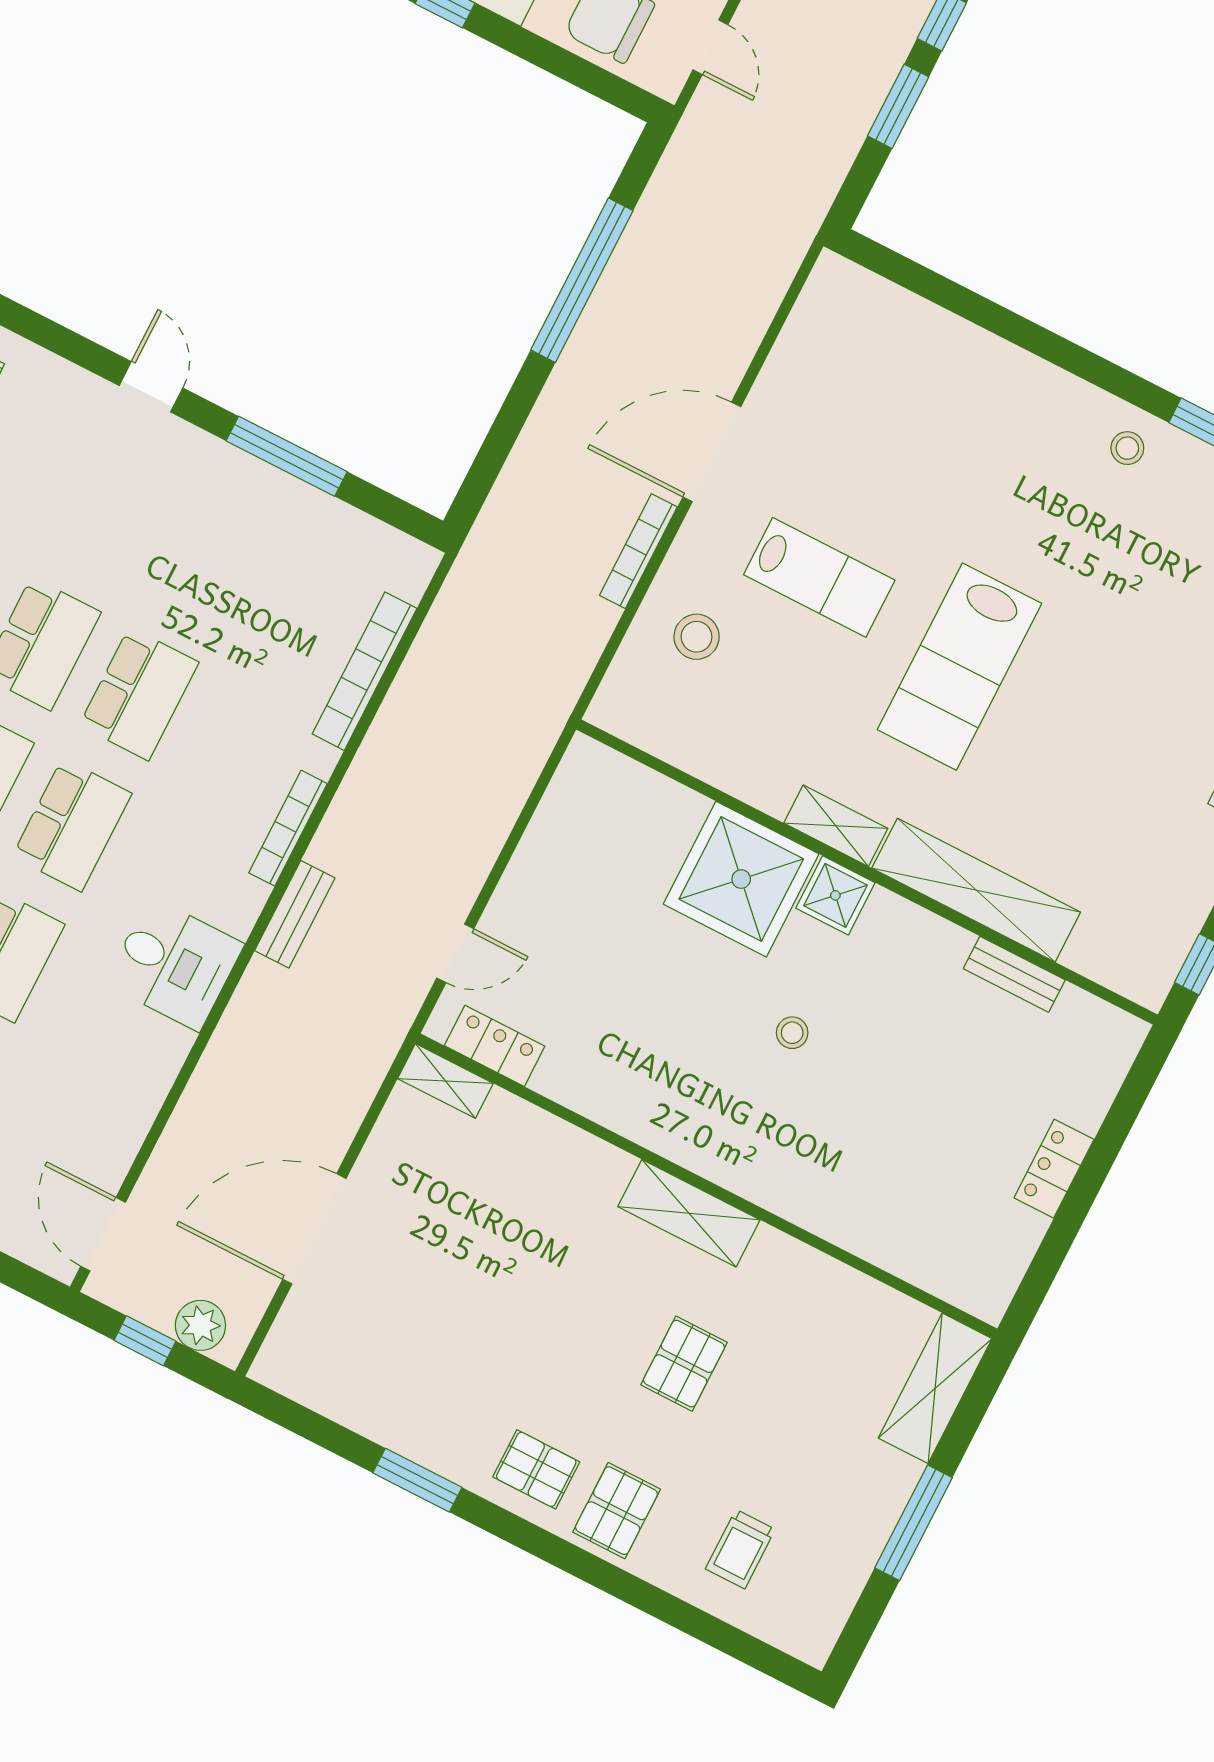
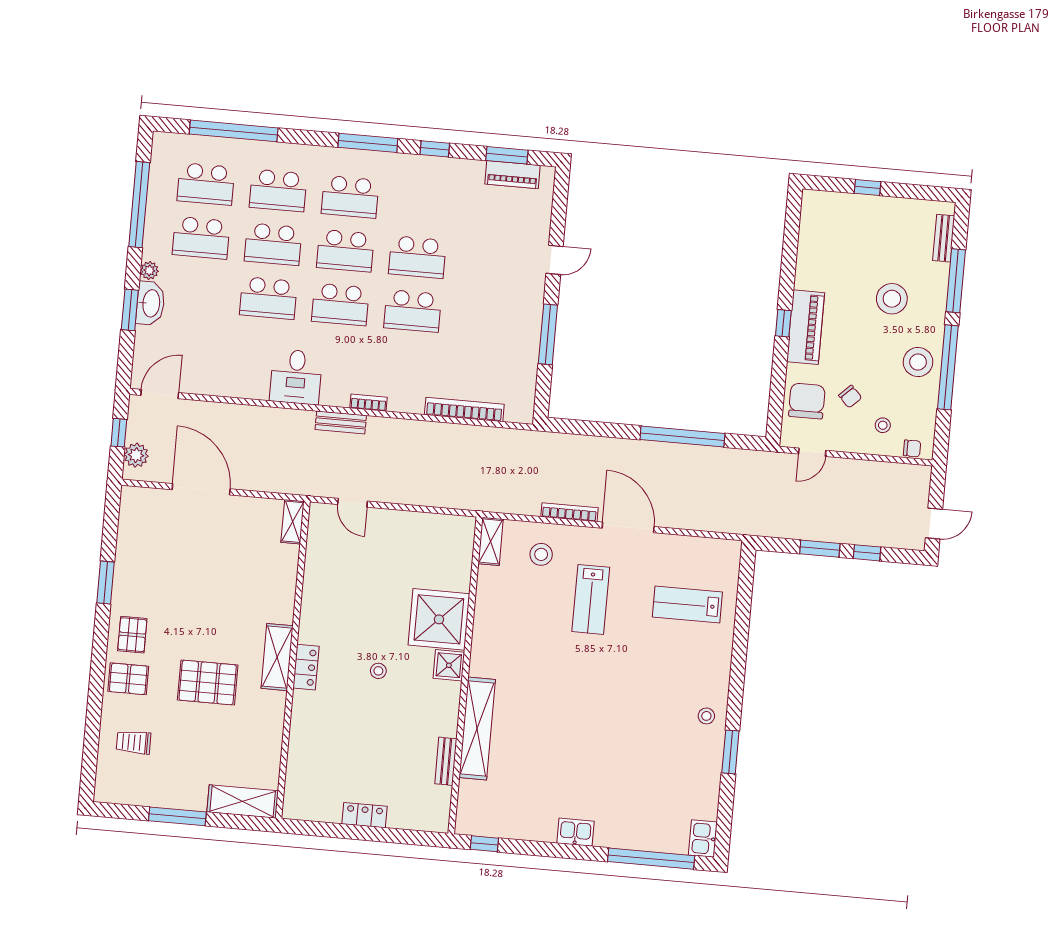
lab bench: (959, 667) -> (687, 605), moved, width x0.73, depth x0.72
shelving: (836, 826) -> (491, 541), moved
bookcase: (288, 828) -> (369, 403), width x0.64
locker: (495, 1046) -> (306, 667), moved
pallet: (684, 1364) -> (208, 683), width x1.50, depth x1.42

